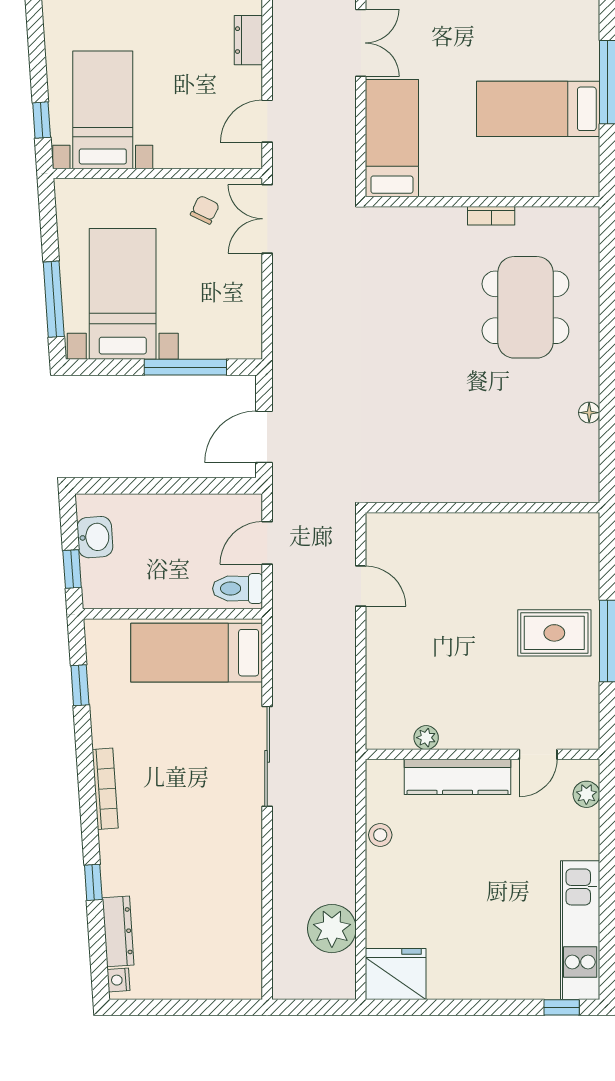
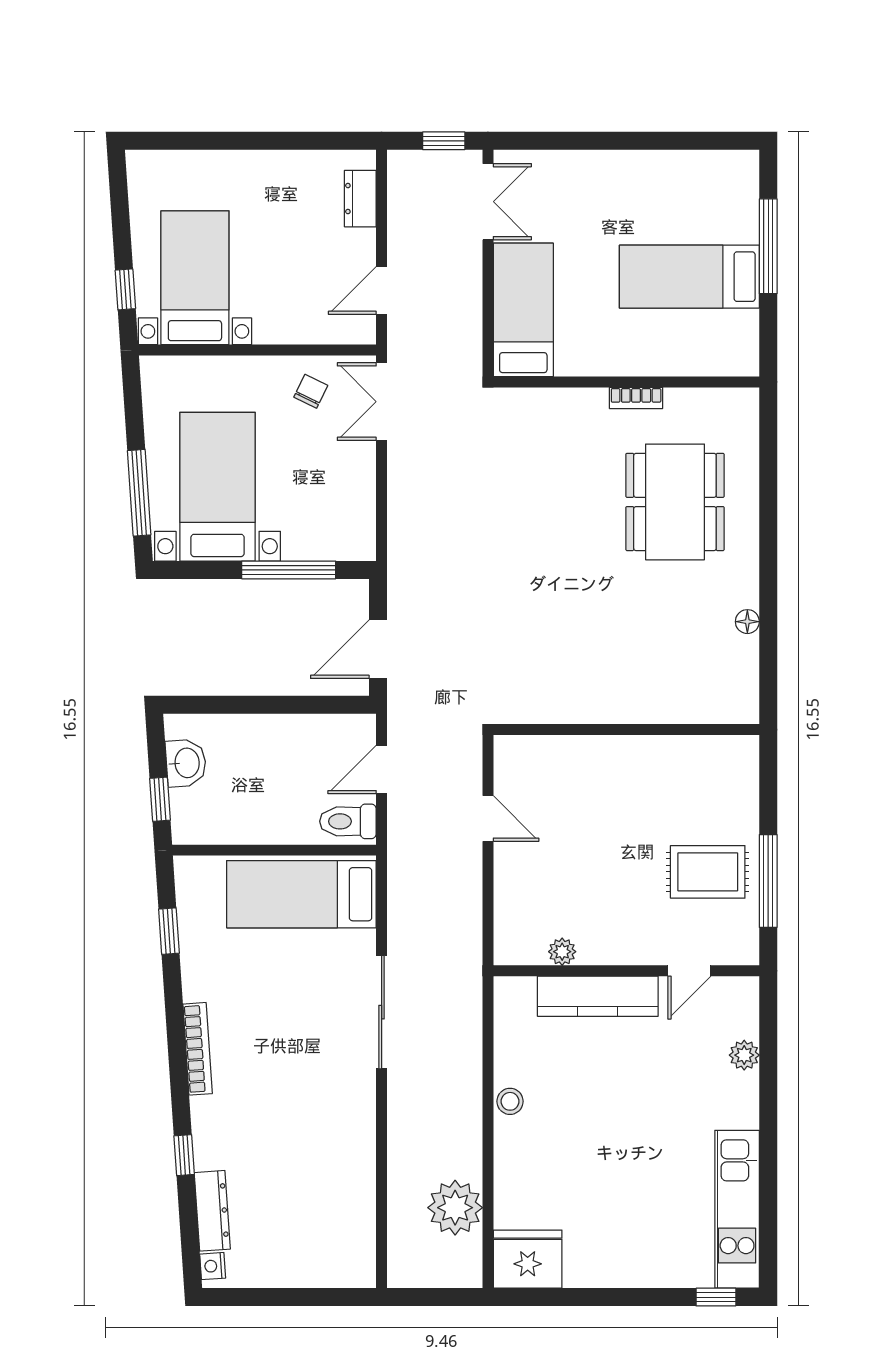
plant: (426, 738) -> (562, 952), moved
wall: (483, 754) -> (626, 971), moved
door: (538, 754) -> (689, 971), moved
kitchen counter: (458, 777) -> (598, 996), moved

